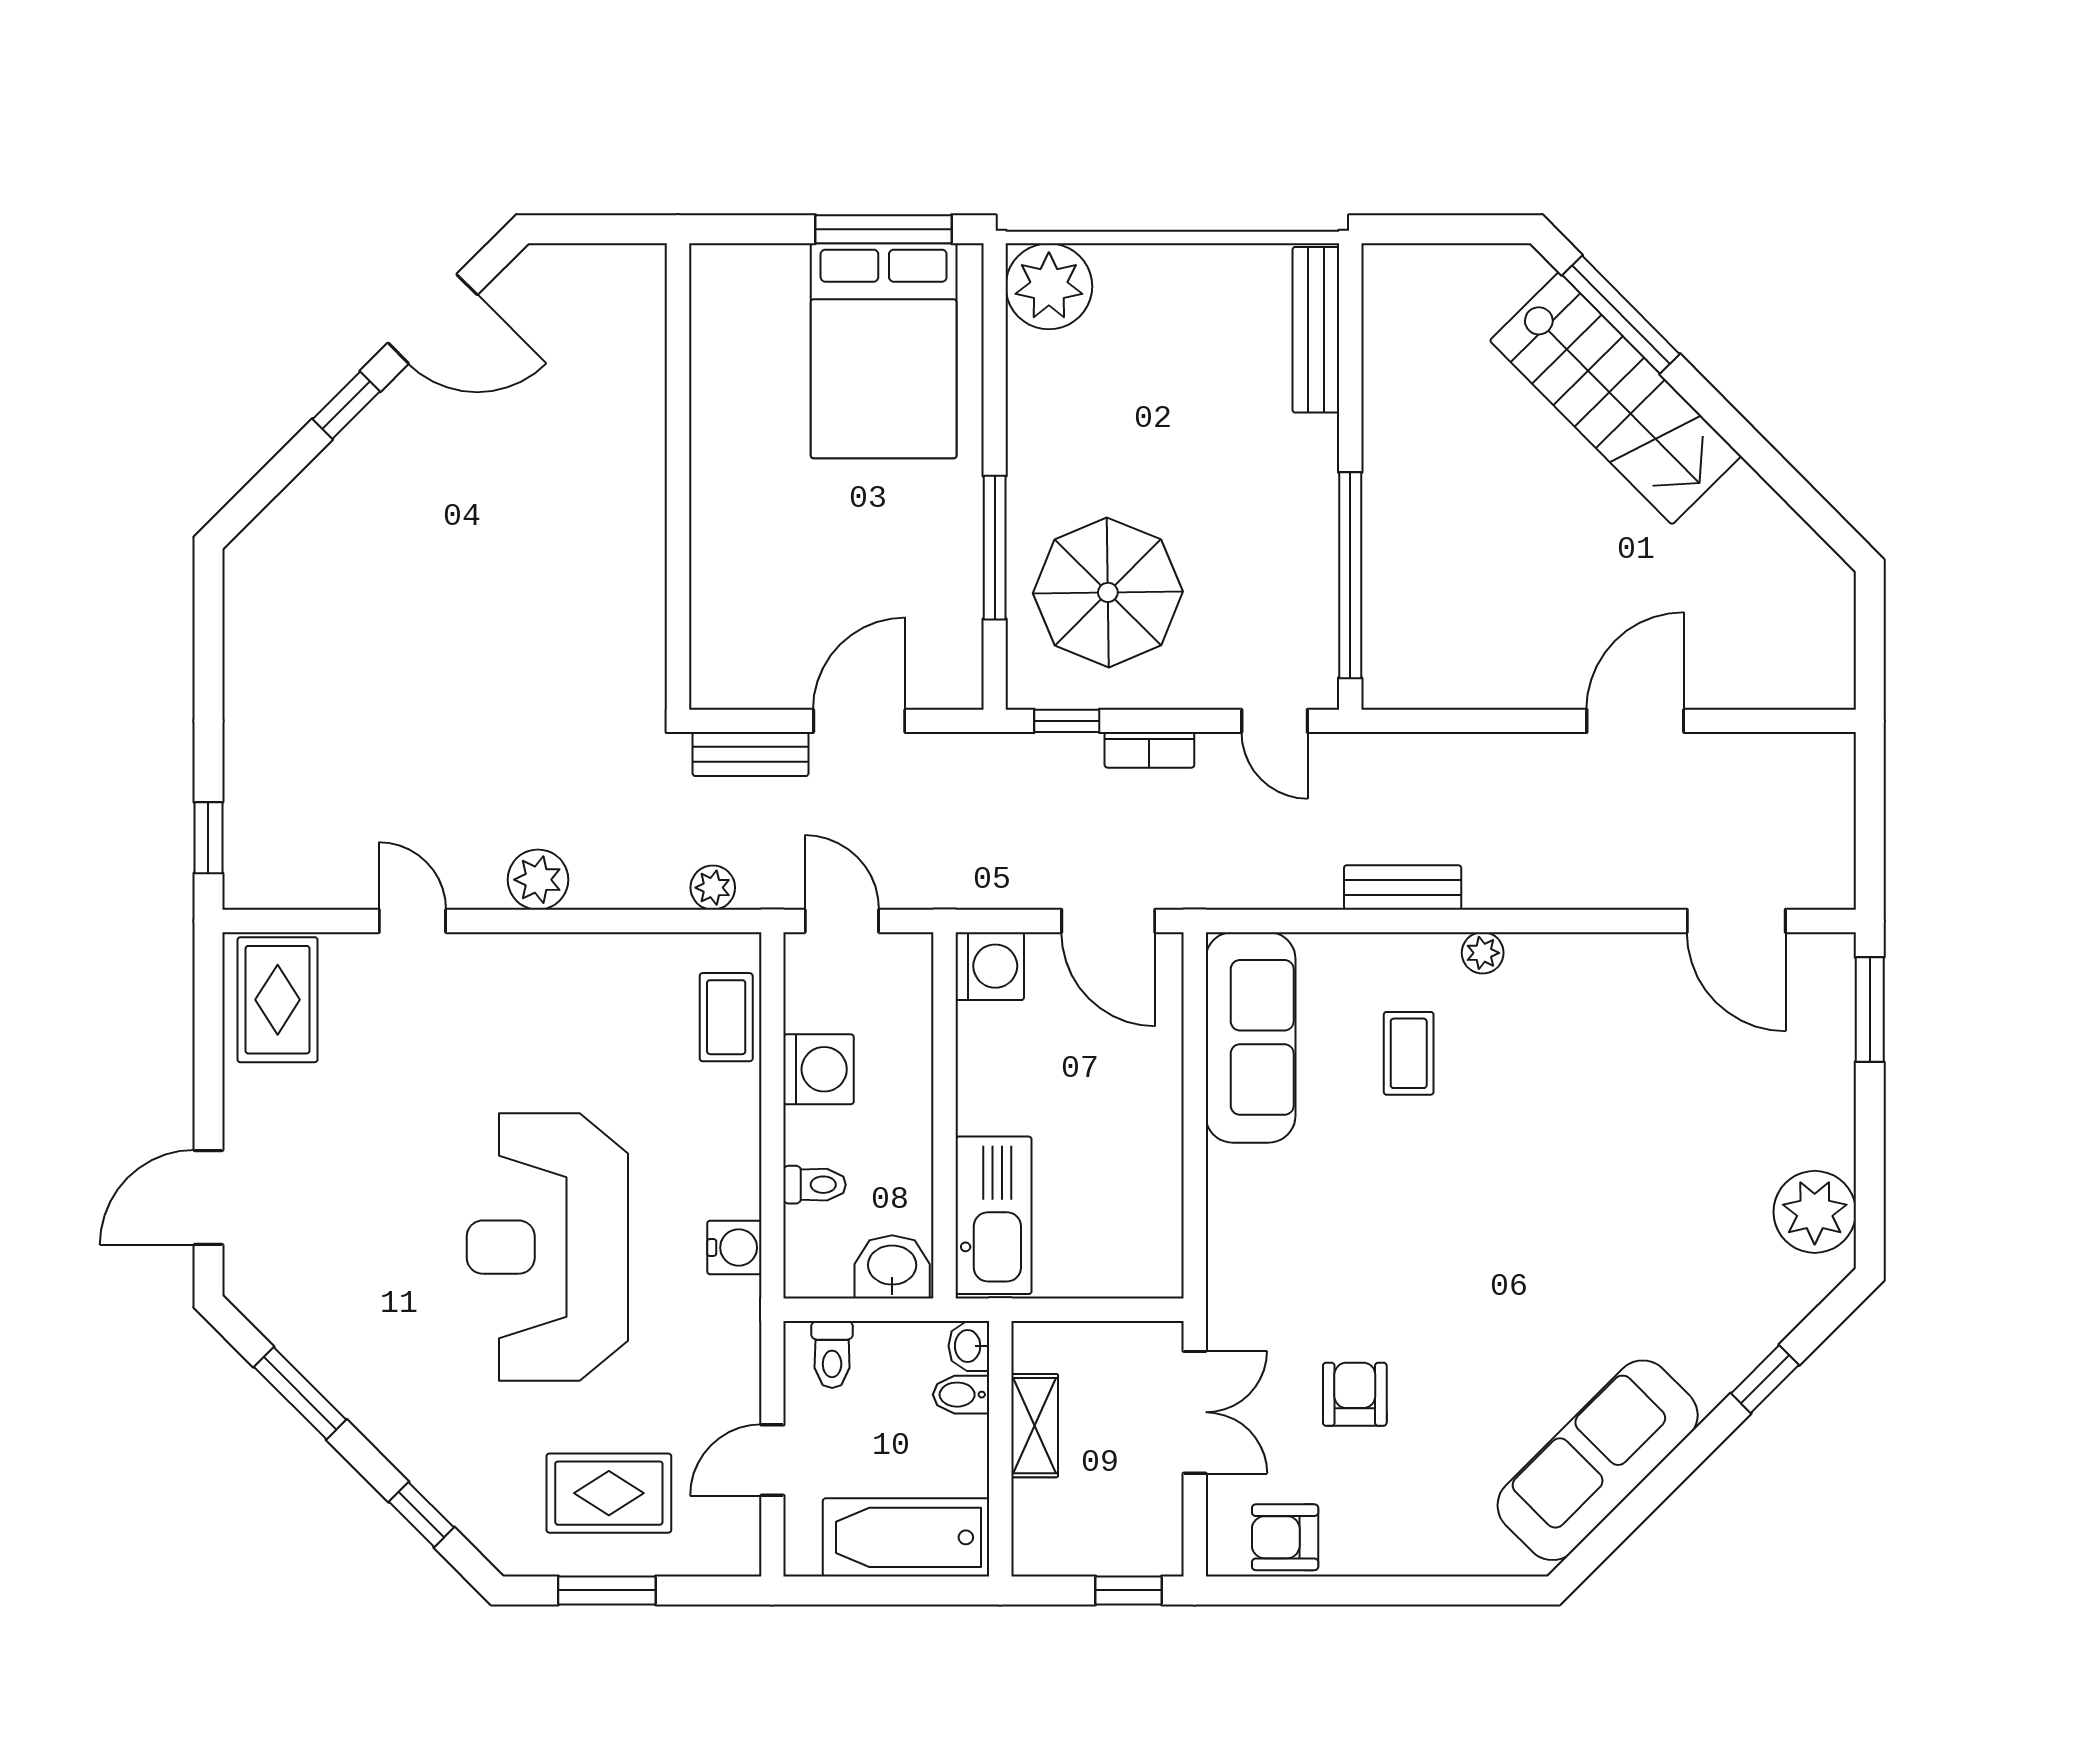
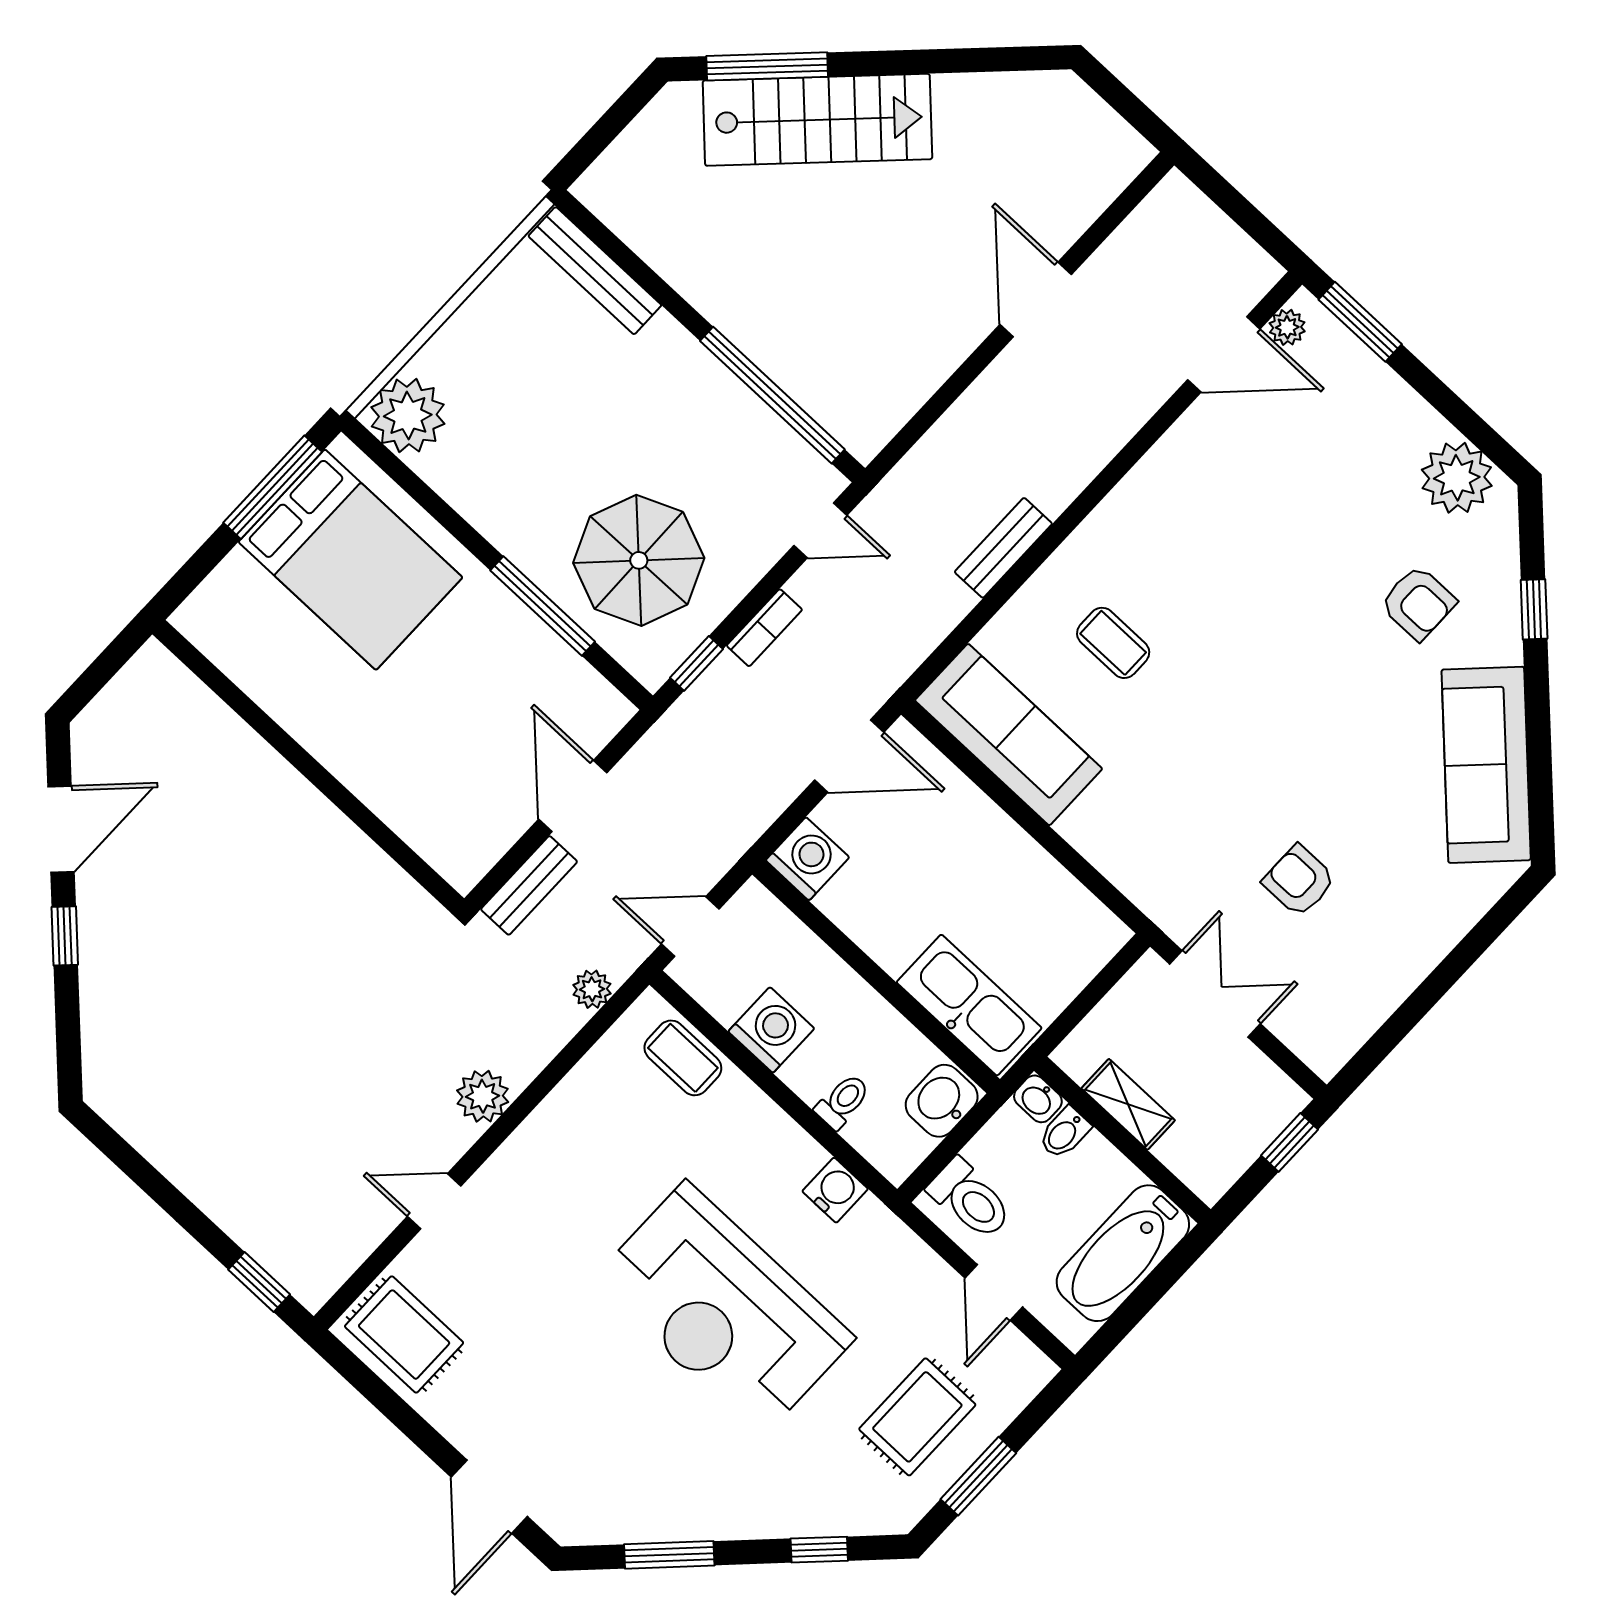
plant: (1483, 953) -> (1287, 327), moved
toilet: (832, 1355) -> (970, 1199), width x1.37, depth x1.39
armchair: (1285, 1537) -> (1418, 603), moved, turned -90

